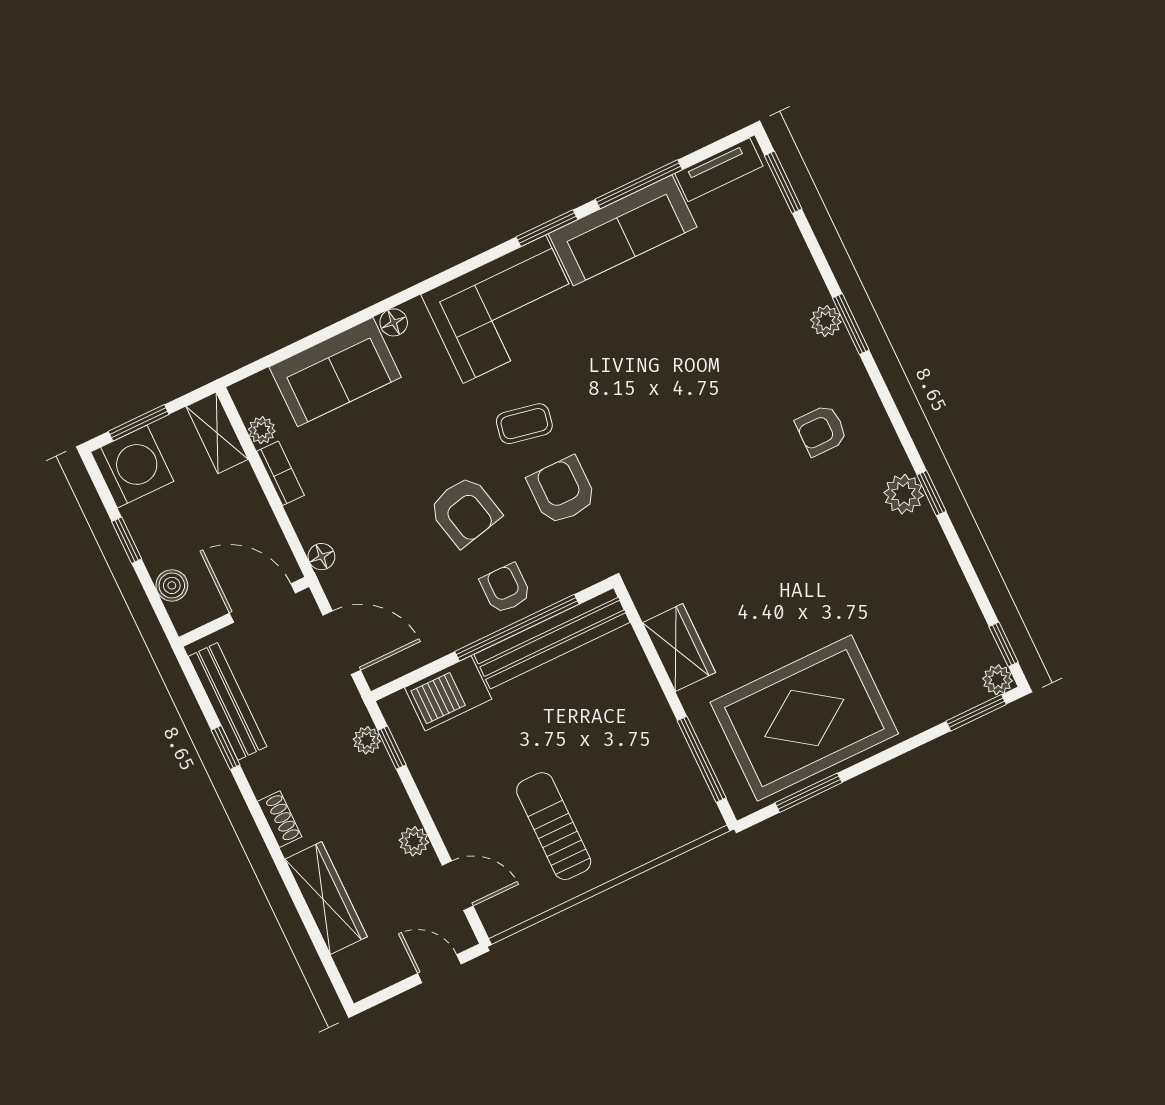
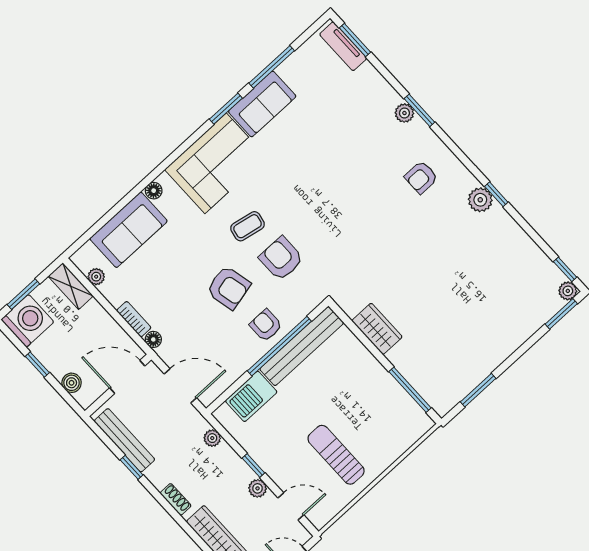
tv unit: (719, 170) -> (343, 46), moved, turned 90
sofa: (623, 230) -> (262, 104), width x0.73
bookcase: (280, 473) -> (134, 319), moved
rug: (804, 718) -> (462, 347), removed
window: (392, 748) -> (253, 466), moved

